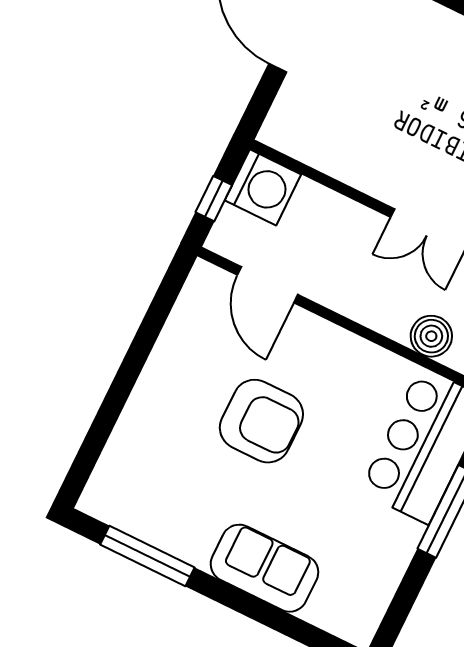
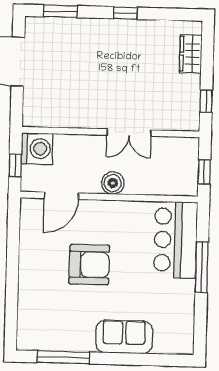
door: (268, 285) -> (61, 196), hinge flipped
boiler: (431, 336) -> (113, 183), moved

